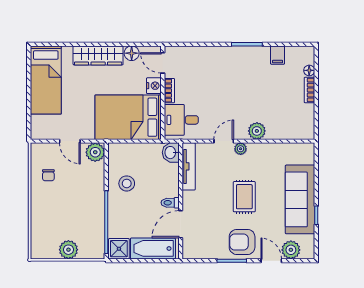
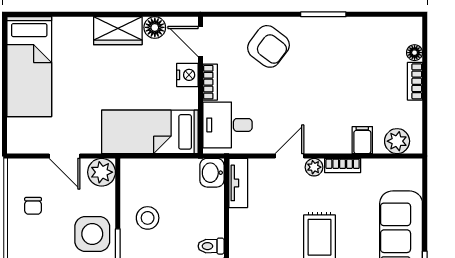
wardrobe: (98, 55) -> (118, 31), width x0.67
filing cabinet: (278, 55) -> (362, 140), moved, turned 180
armchair: (209, 66) -> (268, 46), added
bed: (128, 117) -> (150, 132), width x0.67
plant: (257, 131) -> (397, 141), moved
bookcase: (260, 148) -> (343, 166), added
tv unit: (189, 166) -> (238, 183), width x0.71
side table: (89, 194) -> (92, 234), added

